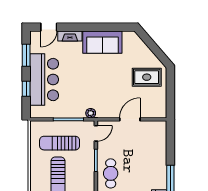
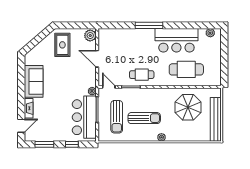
door: (49, 27) -> (21, 126), hinge flipped
bar counter: (44, 80) -> (84, 117), moved, turned -90
plant: (158, 111) -> (90, 36), added

